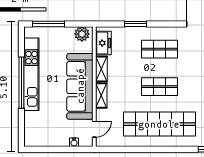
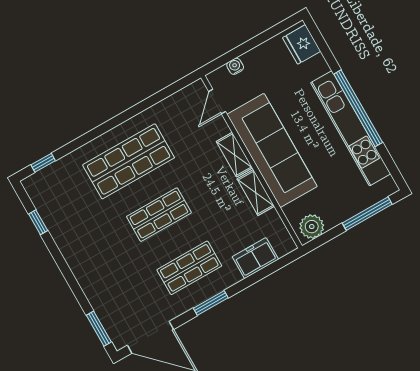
window: (136, 24) -> (211, 303), moved
freezer: (103, 43) -> (255, 258), moved, turned 90
shop shelf: (159, 124) -> (129, 161), width x0.71
fridge: (32, 134) -> (302, 44), added

